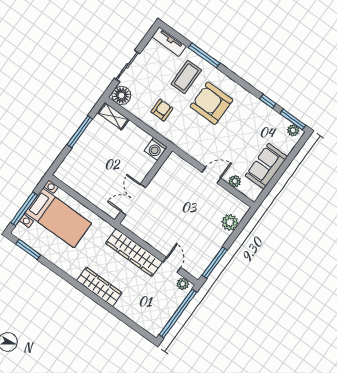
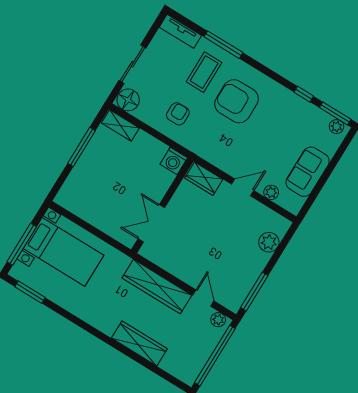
wardrobe: (179, 166) -> (204, 179), added
wardrobe: (99, 287) -> (139, 343), moved

